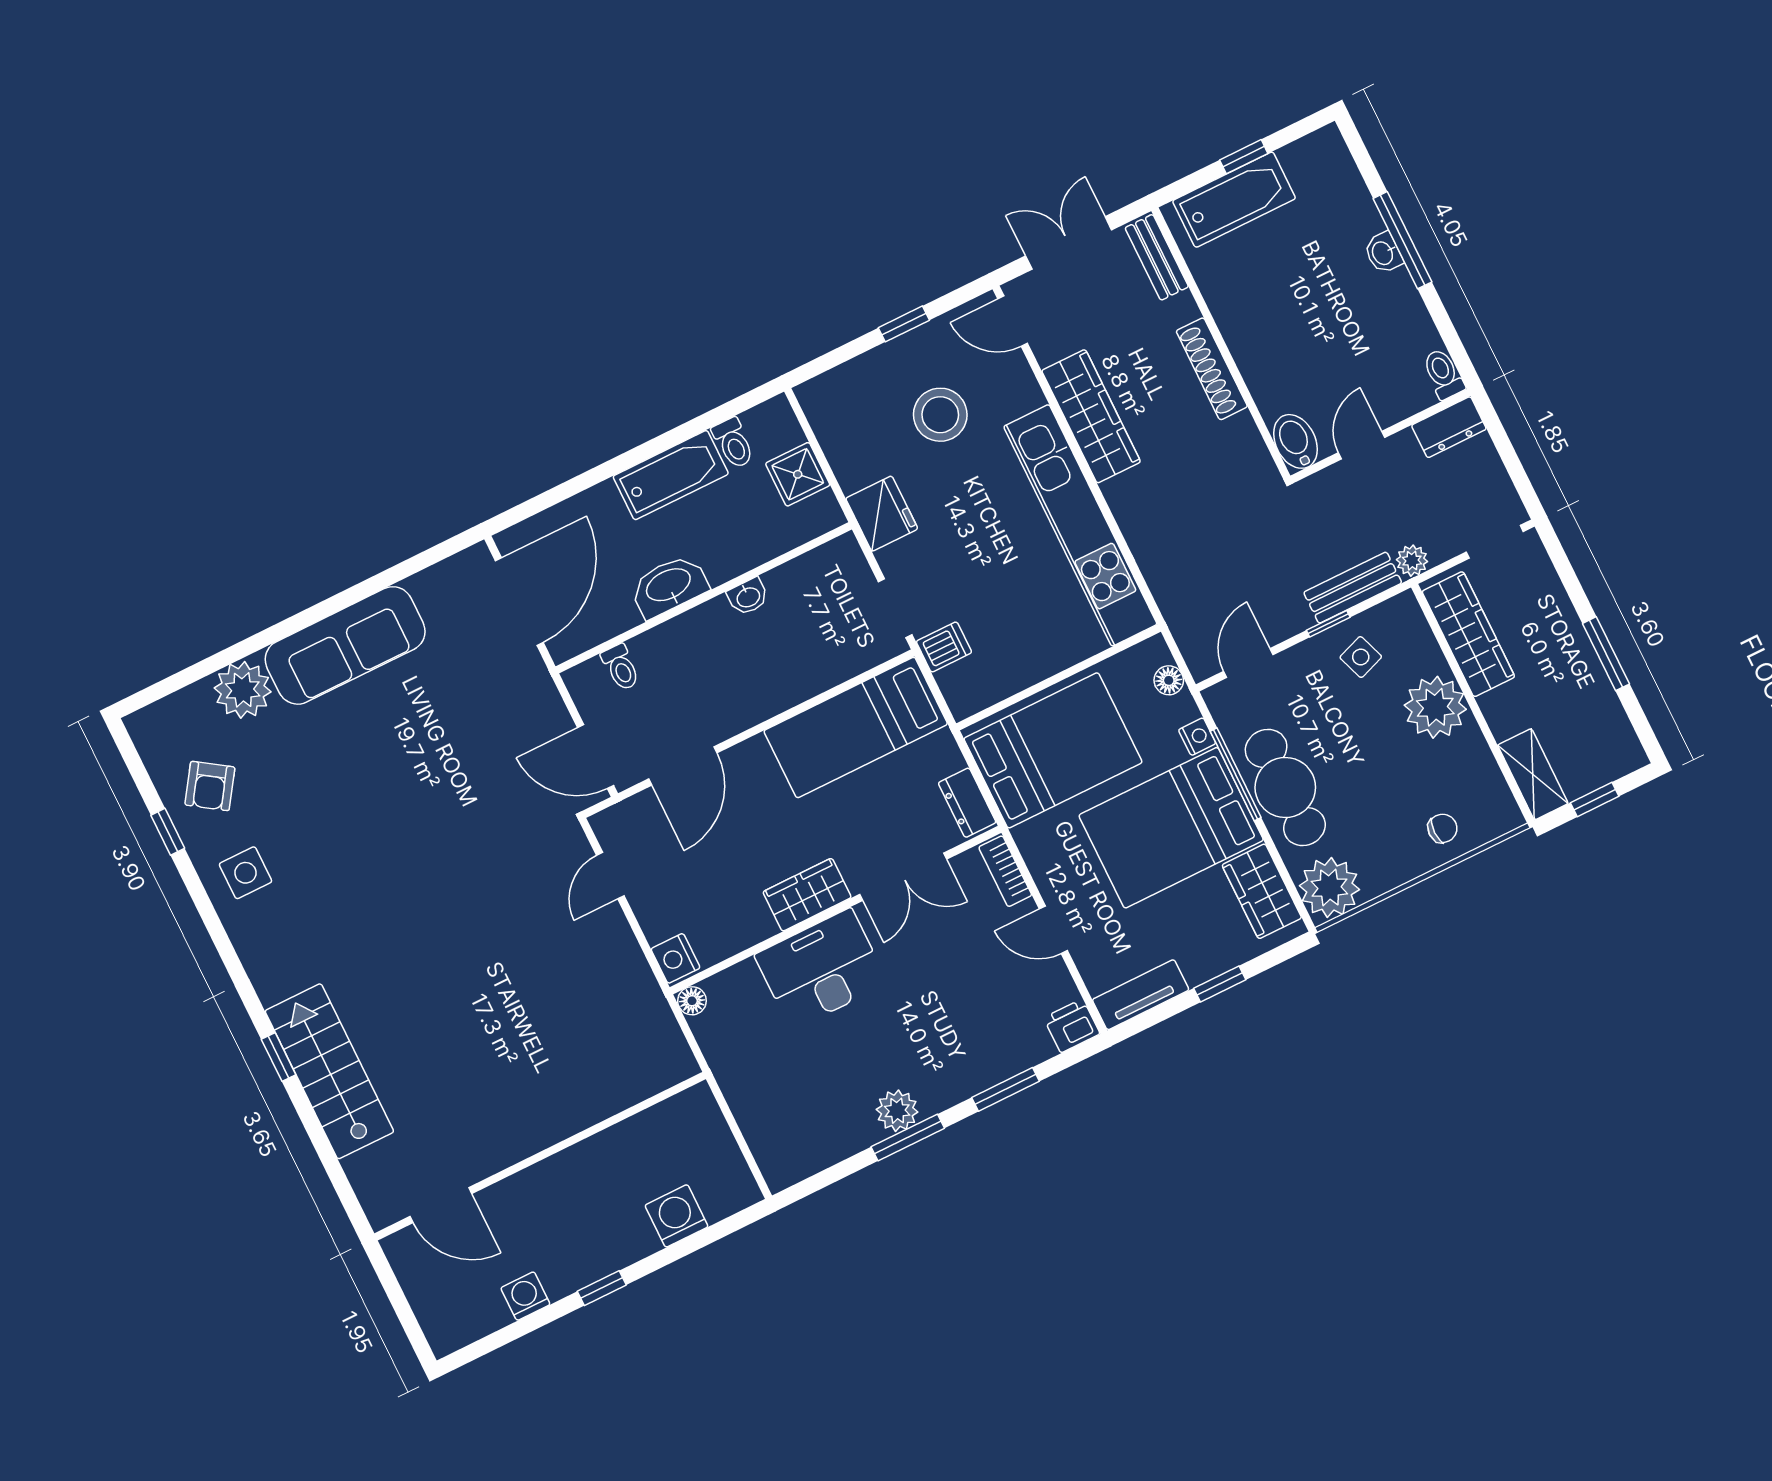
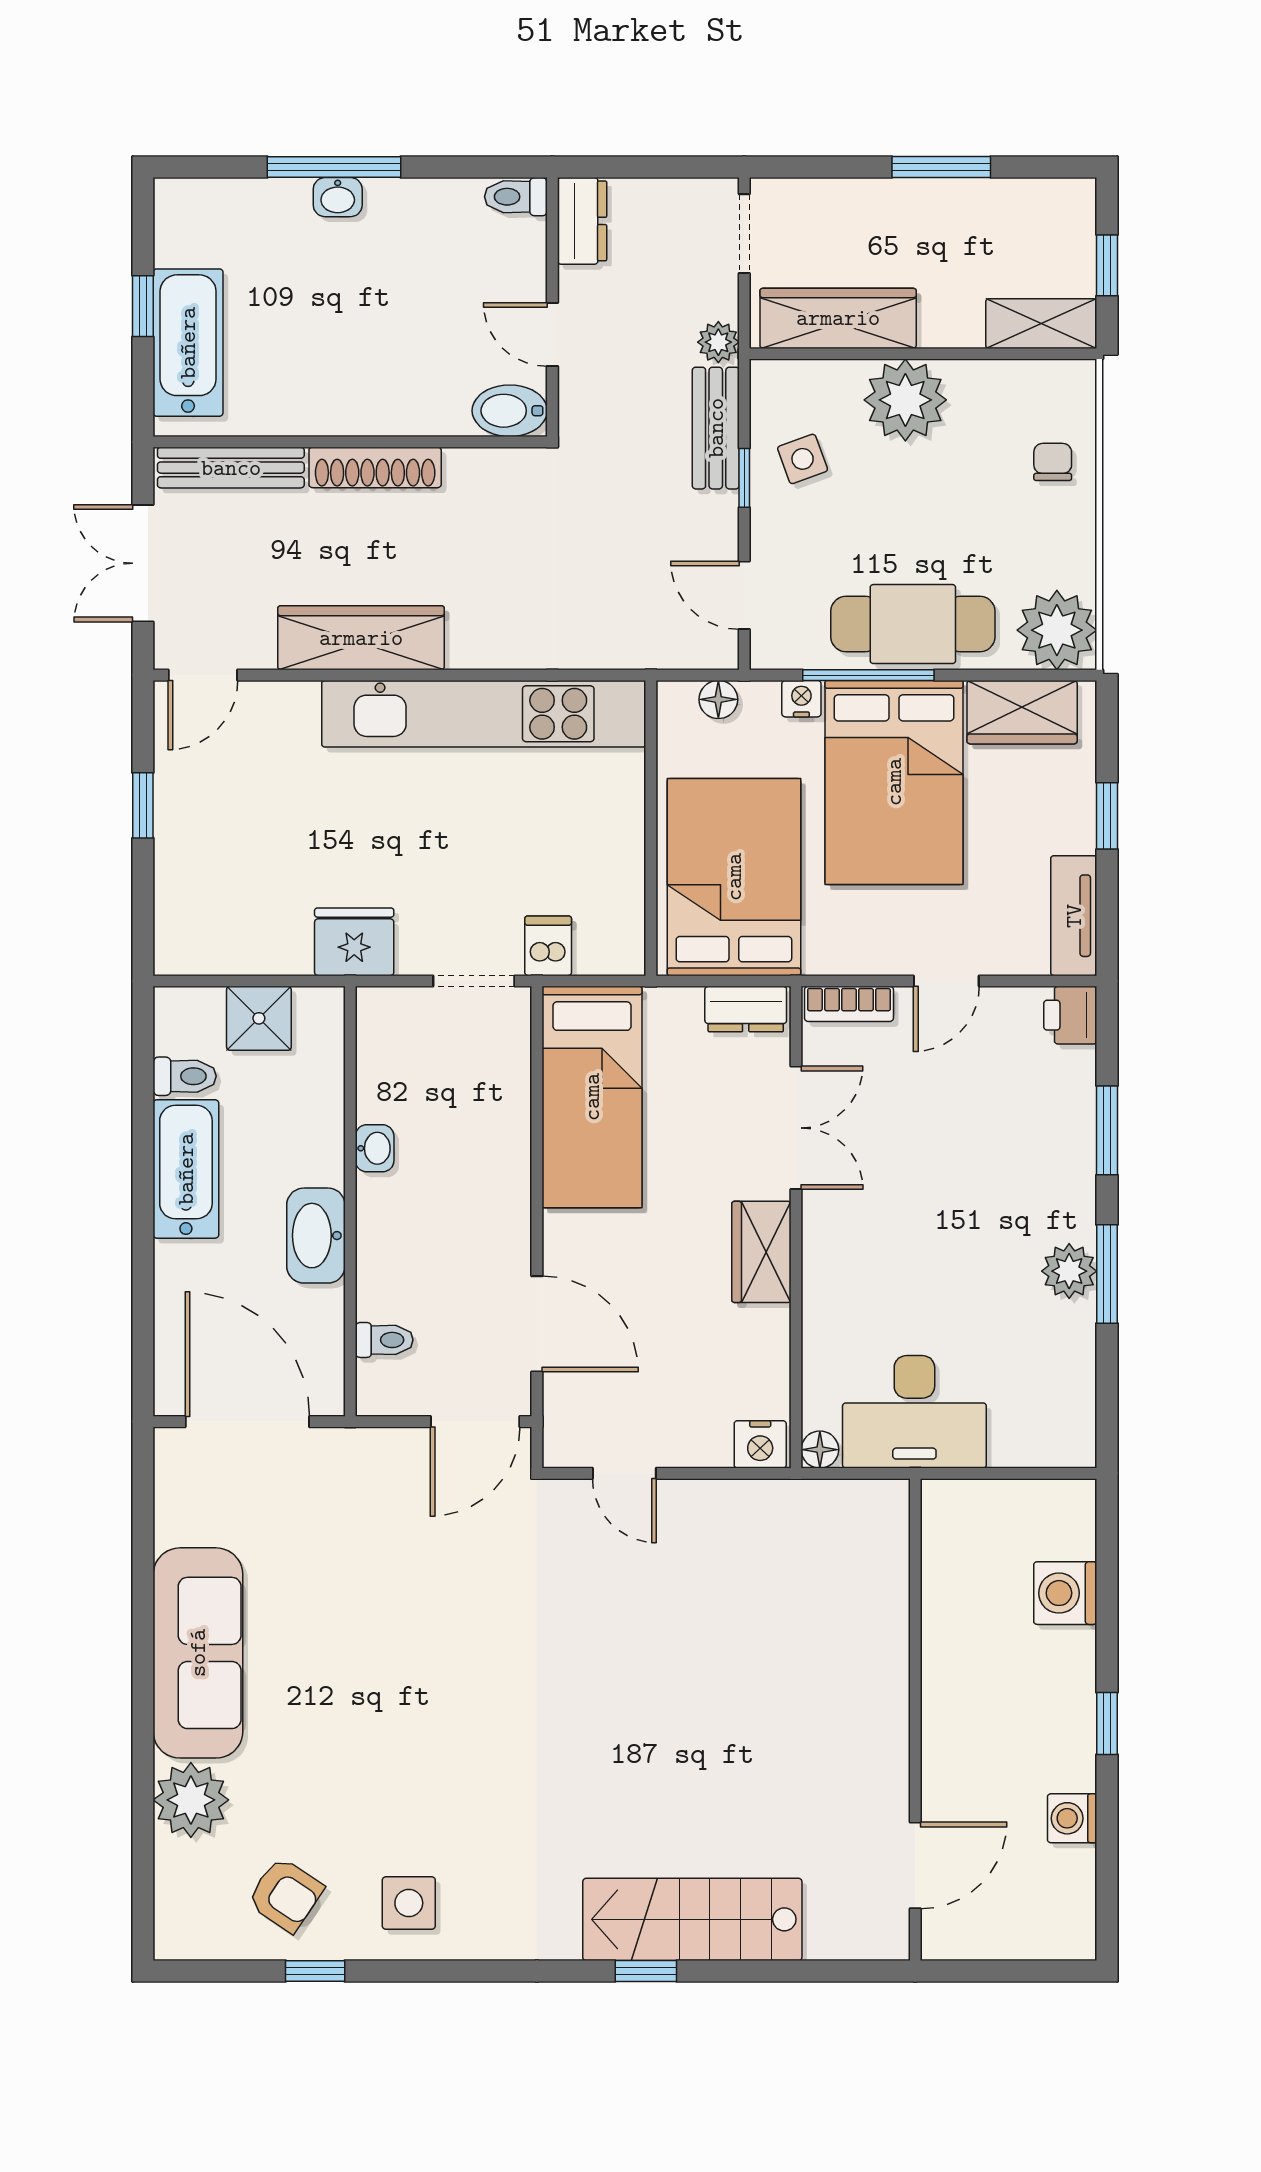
bench: (1157, 257) -> (231, 468), width x1.36
stool: (940, 415) -> (271, 815), removed
desk: (821, 969) -> (914, 1412), moved, turned -90

